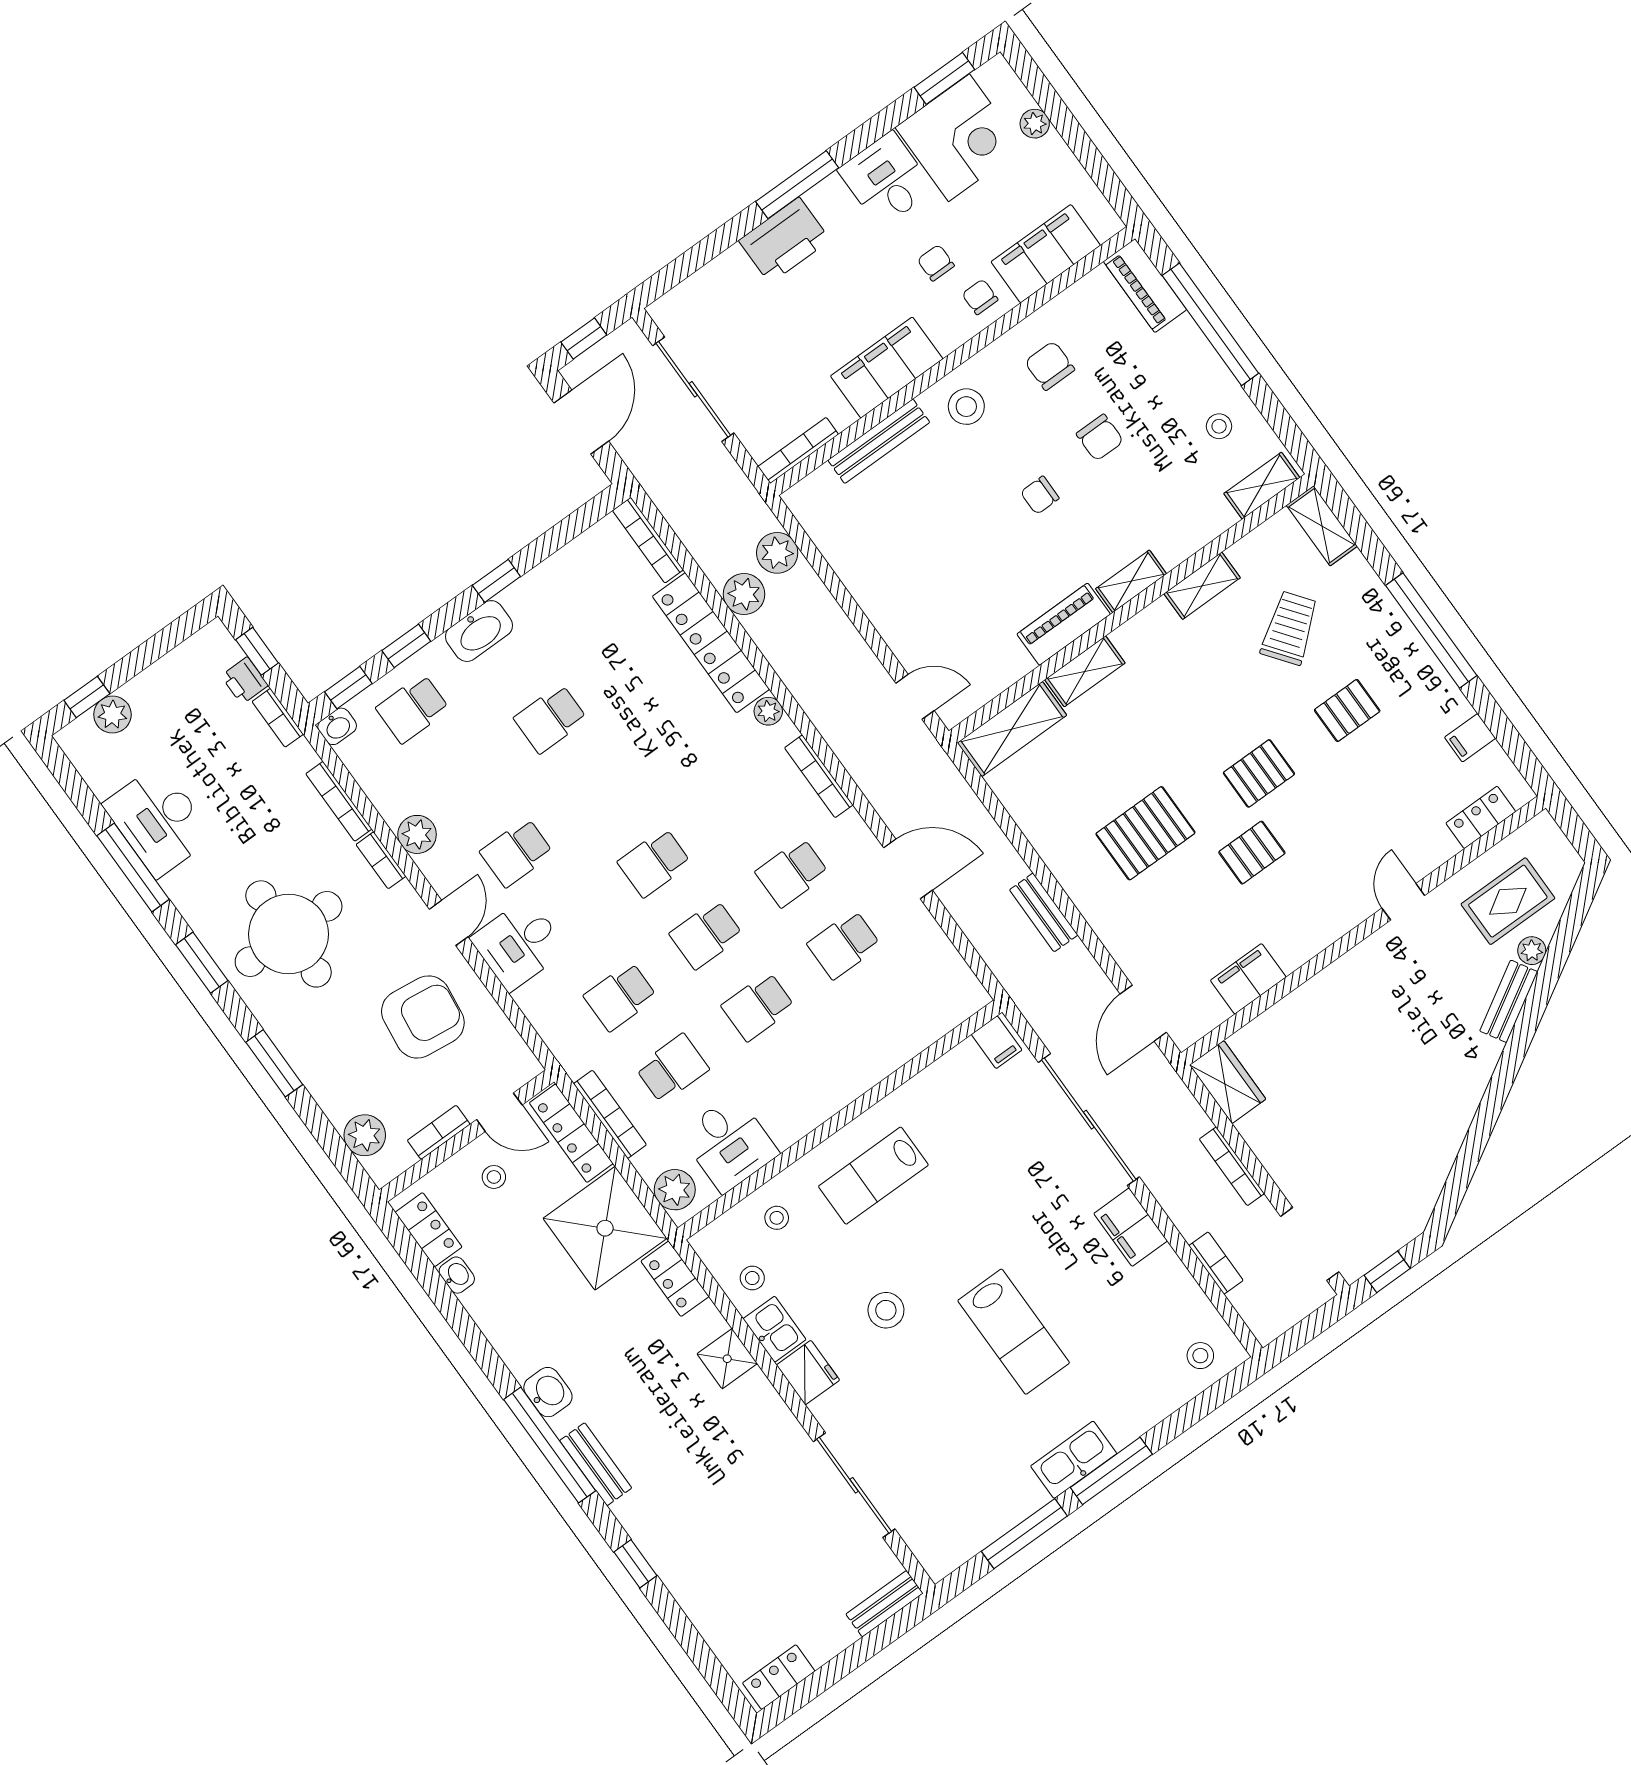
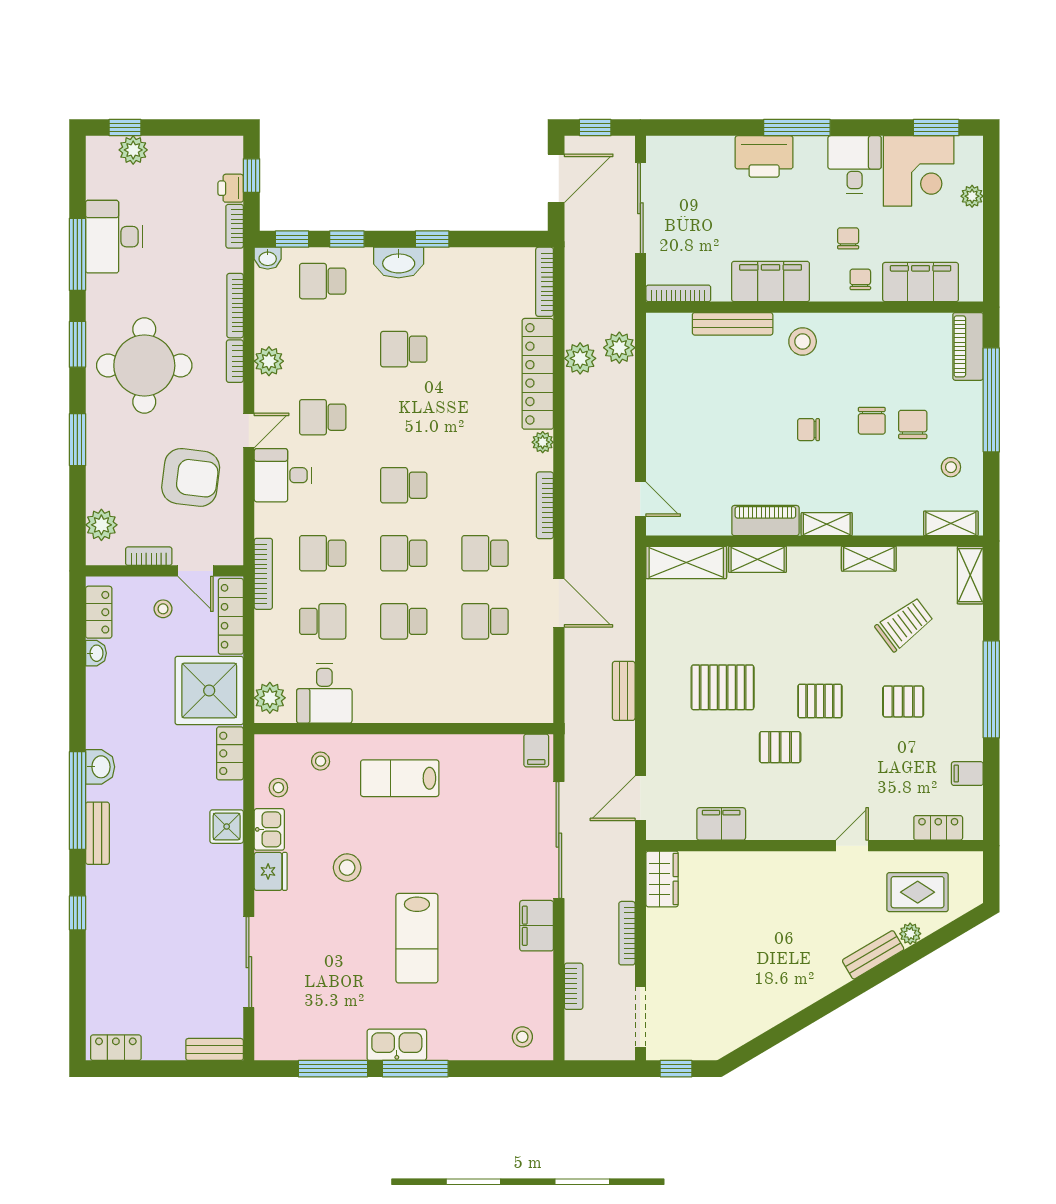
chair: (1050, 366) -> (913, 425), moved
bookcase: (610, 1114) -> (263, 574), moved

